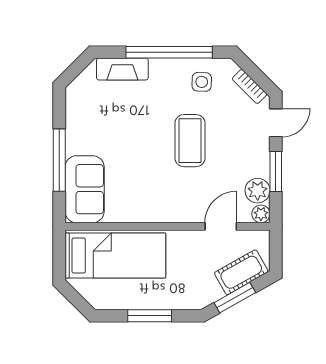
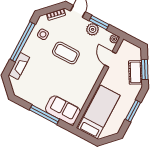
plant: (258, 191) -> (93, 29), moved
cot: (241, 272) -> (135, 72), moved

